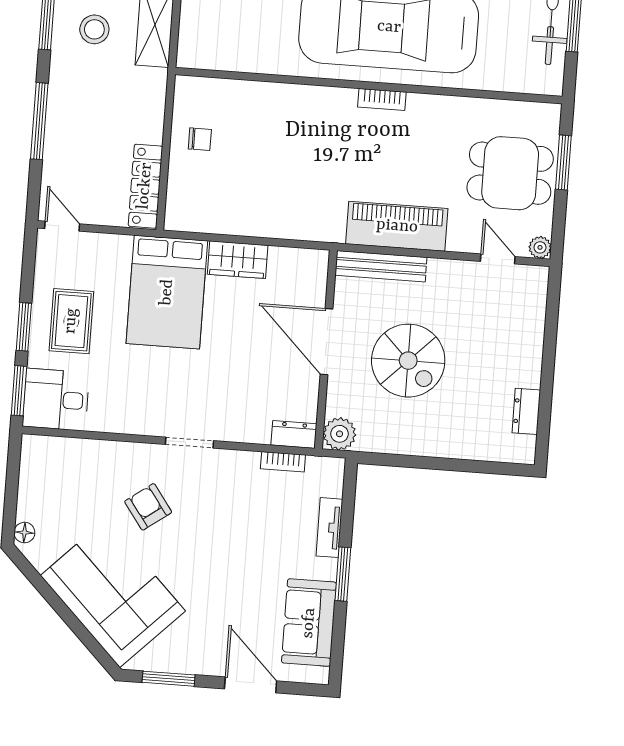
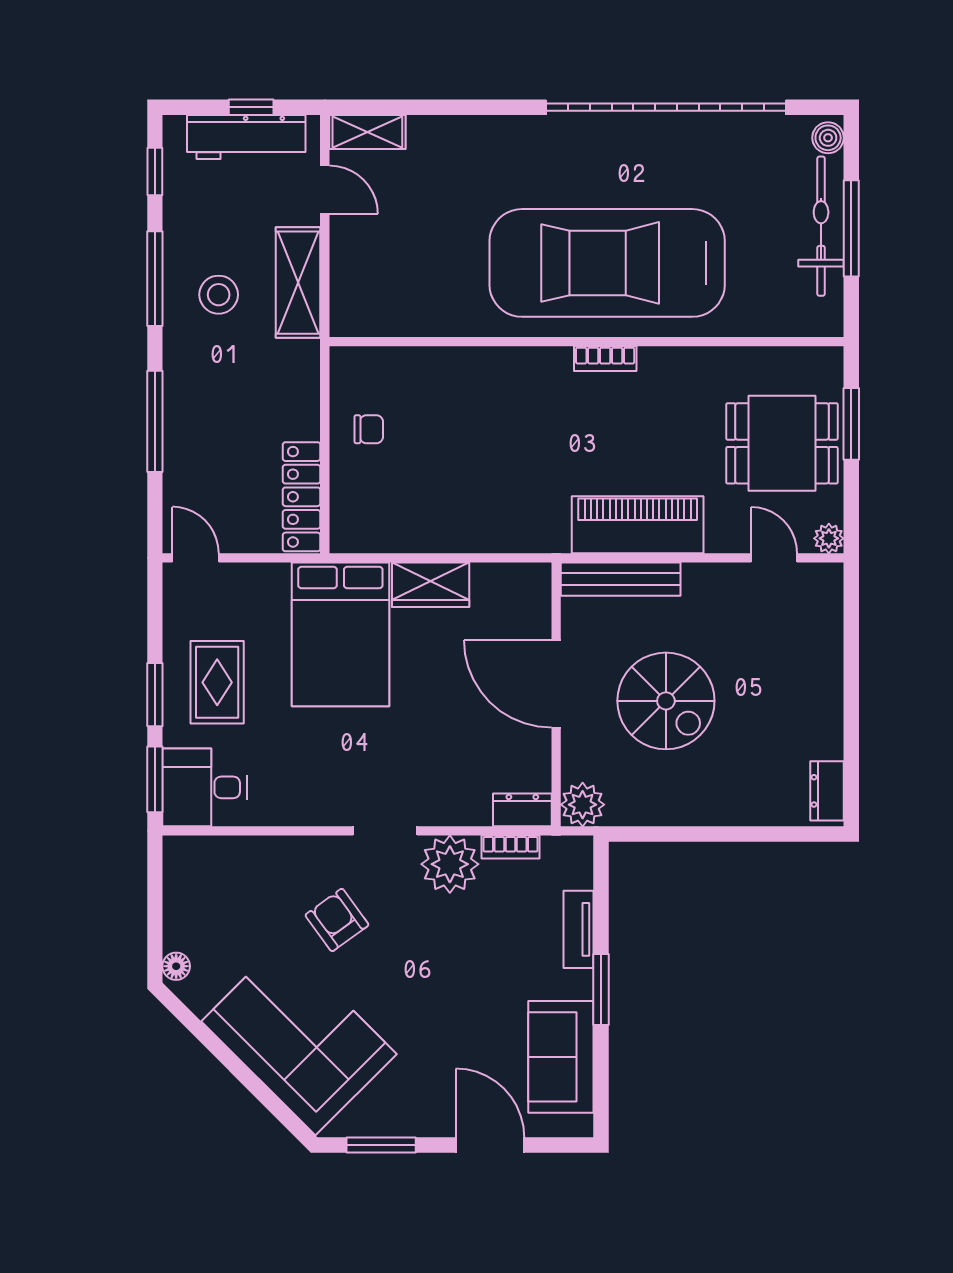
dresser: (526, 411) -> (827, 791), moved
plant: (236, 471) -> (450, 864), added

